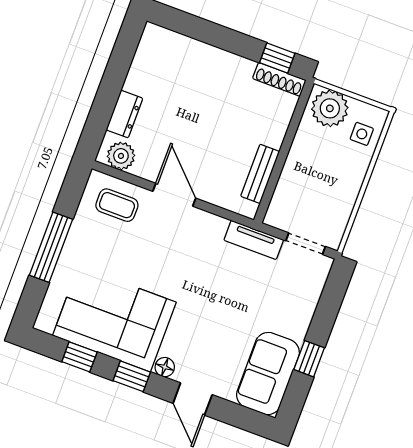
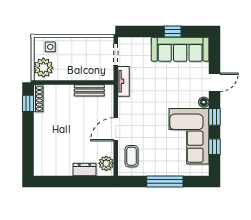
sofa: (268, 374) -> (180, 49), width x1.36

